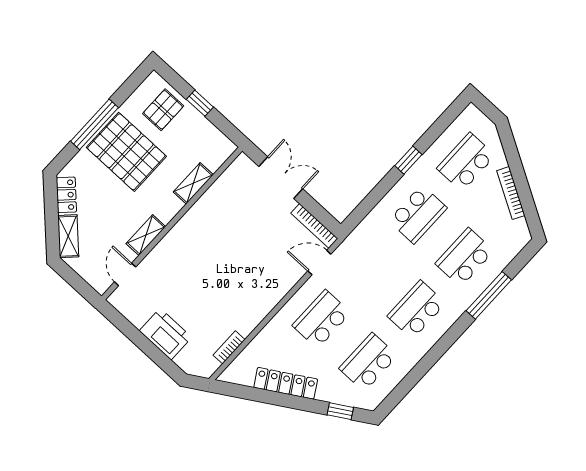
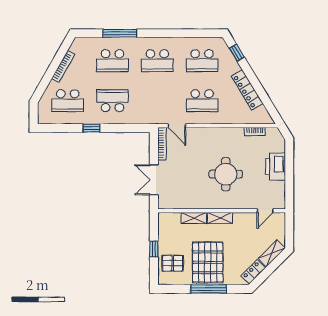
shelving: (146, 235) -> (220, 218), moved
round table: (210, 268) -> (226, 174), added

